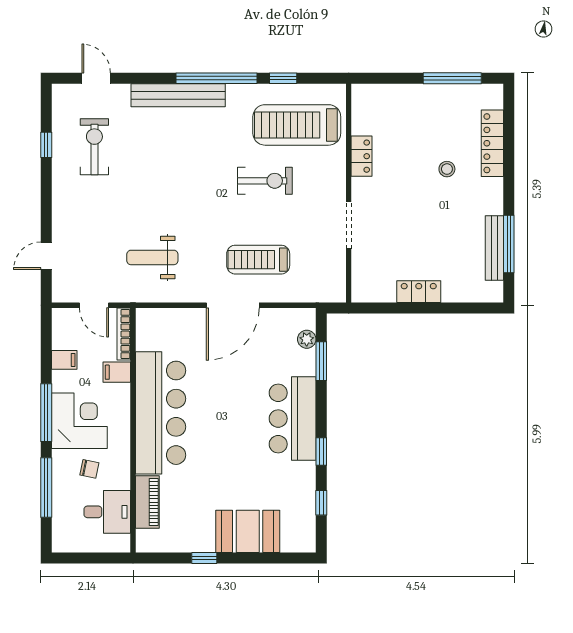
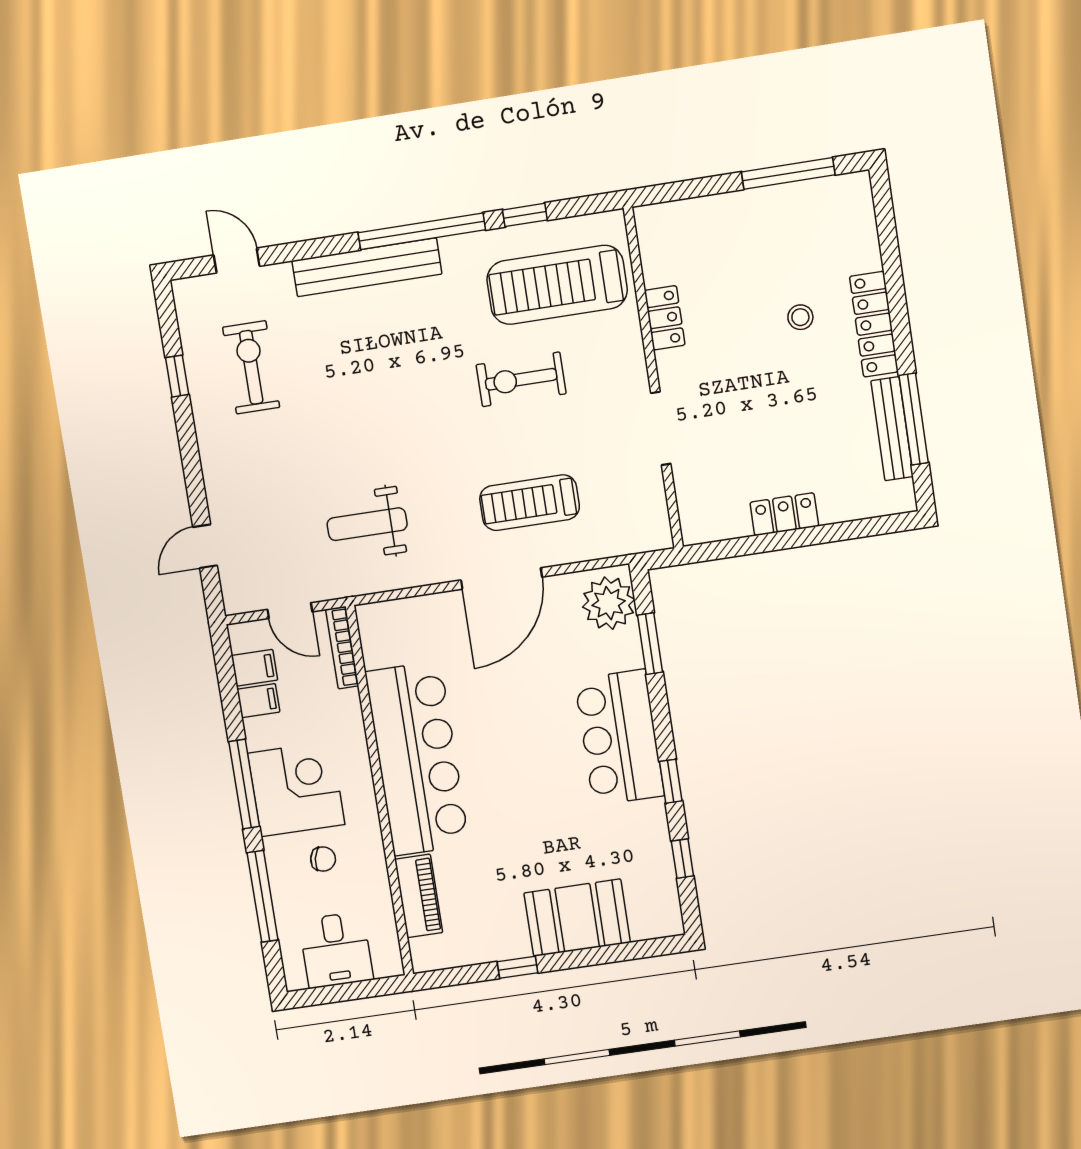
locker: (492, 143) -> (874, 324), moved
exercise bike: (265, 181) -> (521, 379), turned 180
plant: (307, 339) -> (609, 603), width x1.88, depth x1.88
filing cabinet: (117, 372) -> (255, 668), moved, turned 180
desk: (107, 512) -> (336, 950), moved, turned 90

